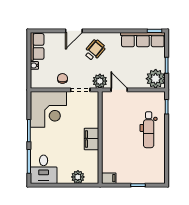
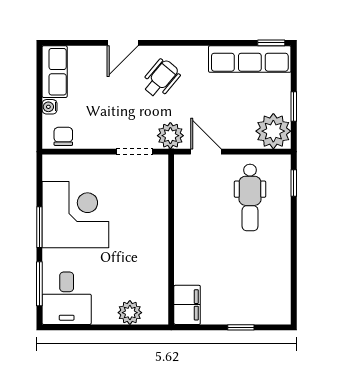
chair: (62, 78) -> (63, 136), moved
corner desk: (48, 109) -> (75, 215), moved, turned -90
dental chair: (149, 130) -> (250, 197), moved
filing cabinet: (92, 139) -> (155, 242), removed
filing cabinet: (109, 178) -> (187, 305), width x2.00

